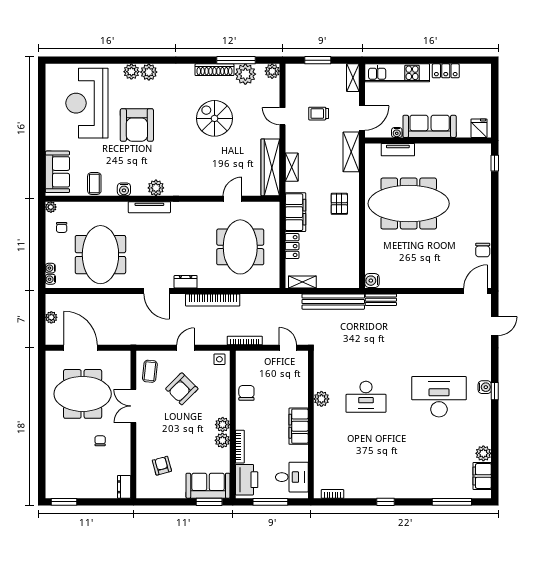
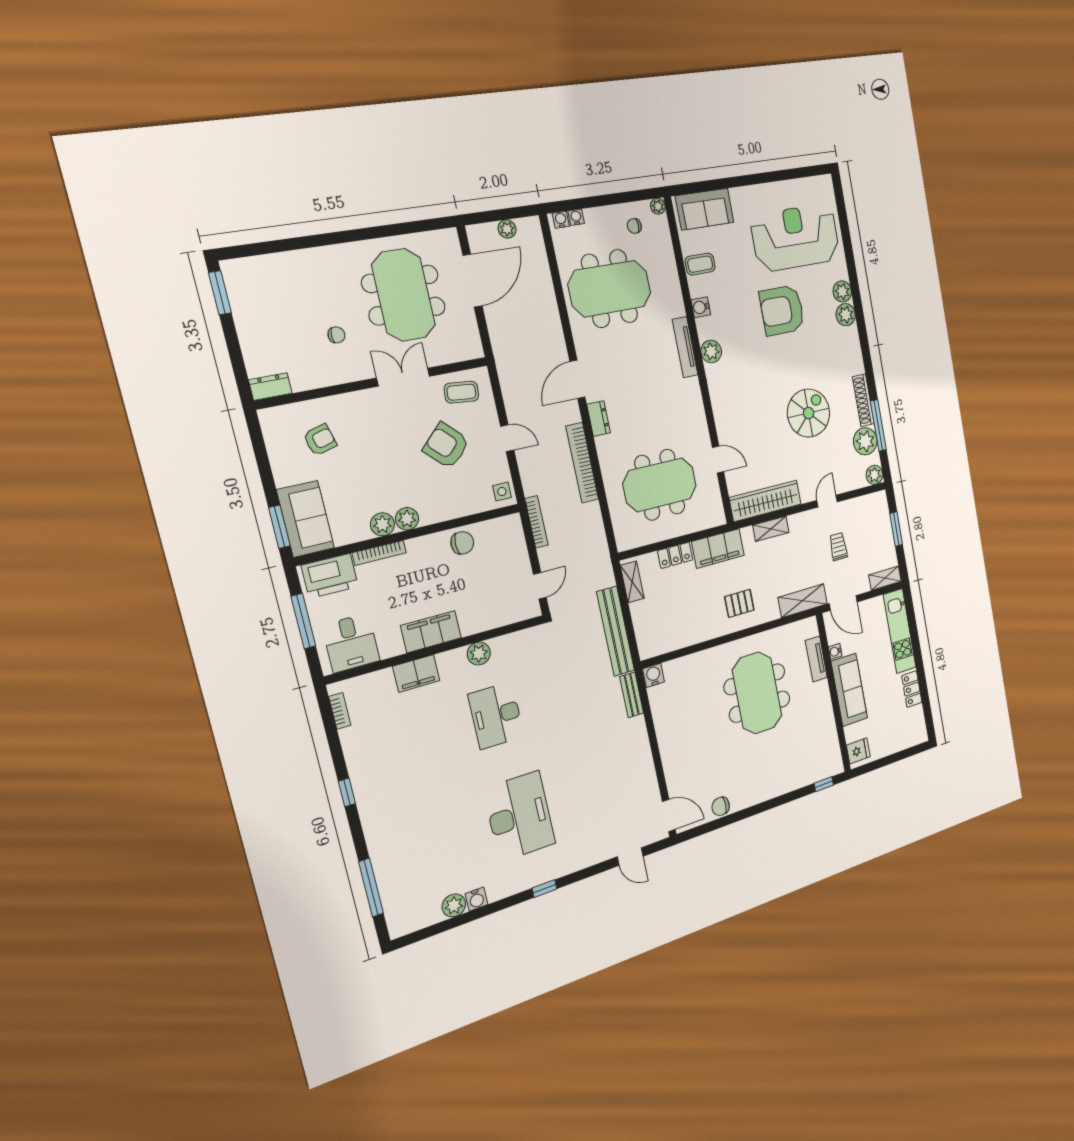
meeting table: (409, 204) -> (757, 693), width x0.73
water cooler: (485, 387) -> (476, 899), moved
filing cabinet: (482, 476) -> (416, 673), moved, turned 180

